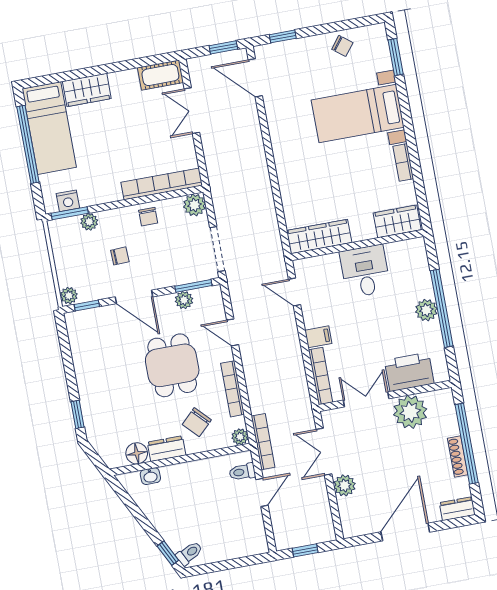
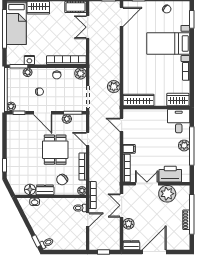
door: (255, 78) -> (122, 17), swing flipped
nightstand: (68, 201) -> (29, 60), moved
plant: (265, 219) -> (114, 87), added
desk: (365, 271) -> (179, 121), moved
dresser: (457, 509) -> (131, 245), moved

